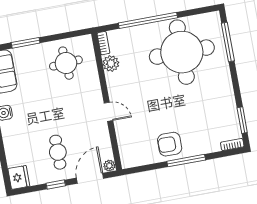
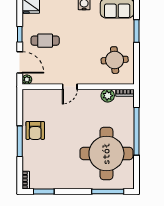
armchair: (170, 144) -> (35, 130), turned 180

